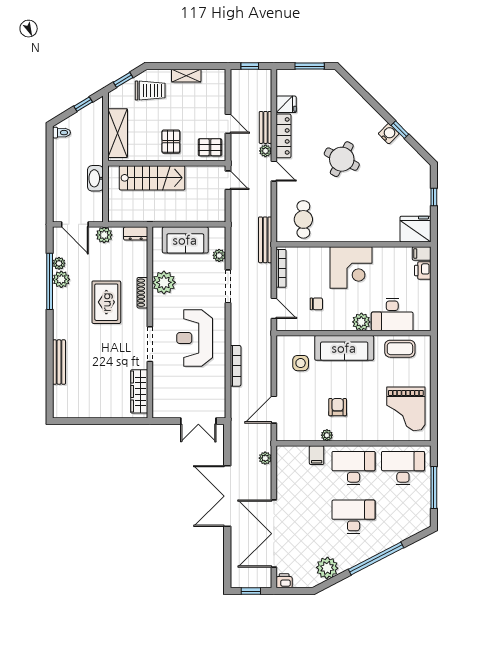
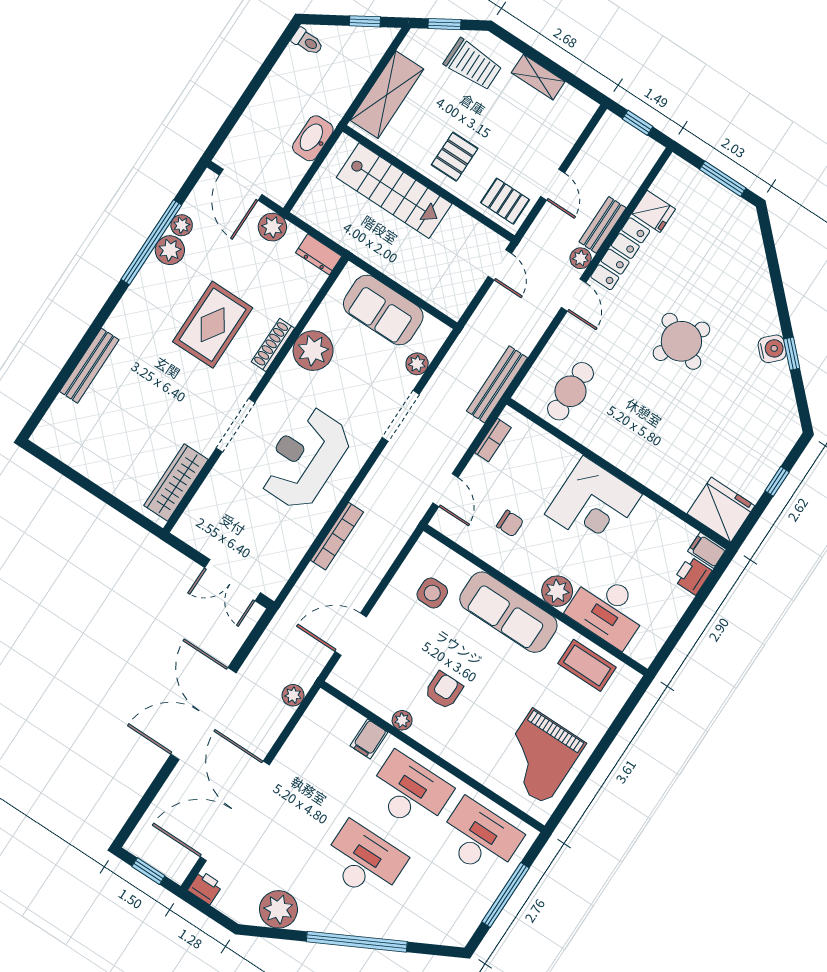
bookcase: (281, 268) -> (493, 440), width x0.64

